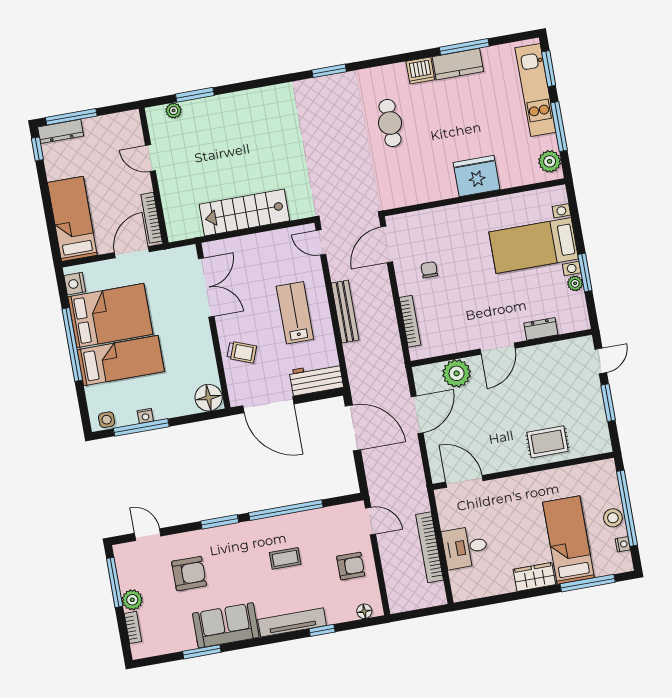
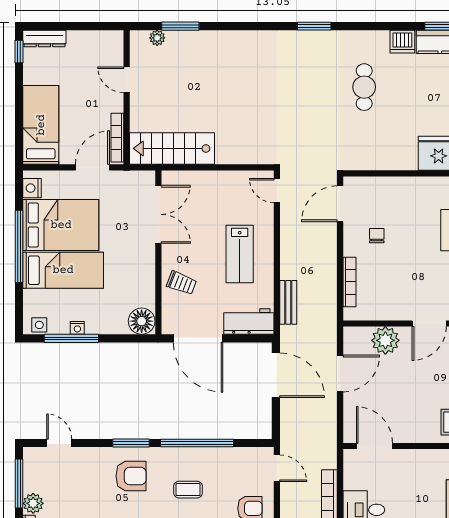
window: (71, 117) -> (57, 26), removed
stairs: (244, 213) -> (172, 148), moved
bench: (345, 312) -> (288, 302), moved, width x0.73
lab bench: (295, 313) -> (240, 254), turned 180
armchair: (189, 574) -> (131, 476), moved

